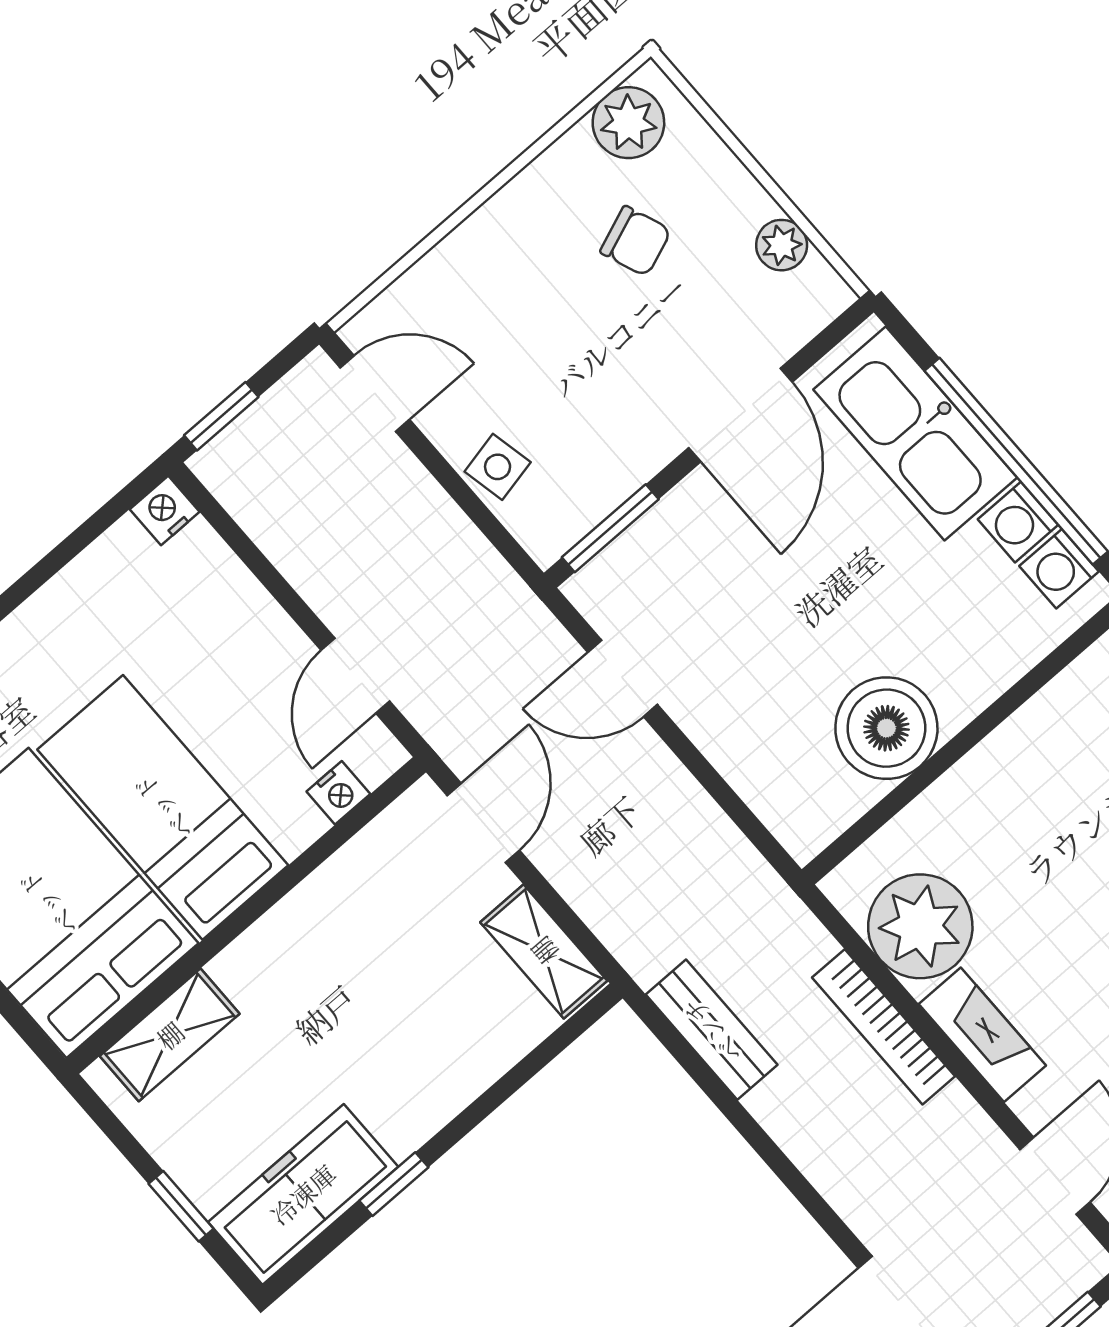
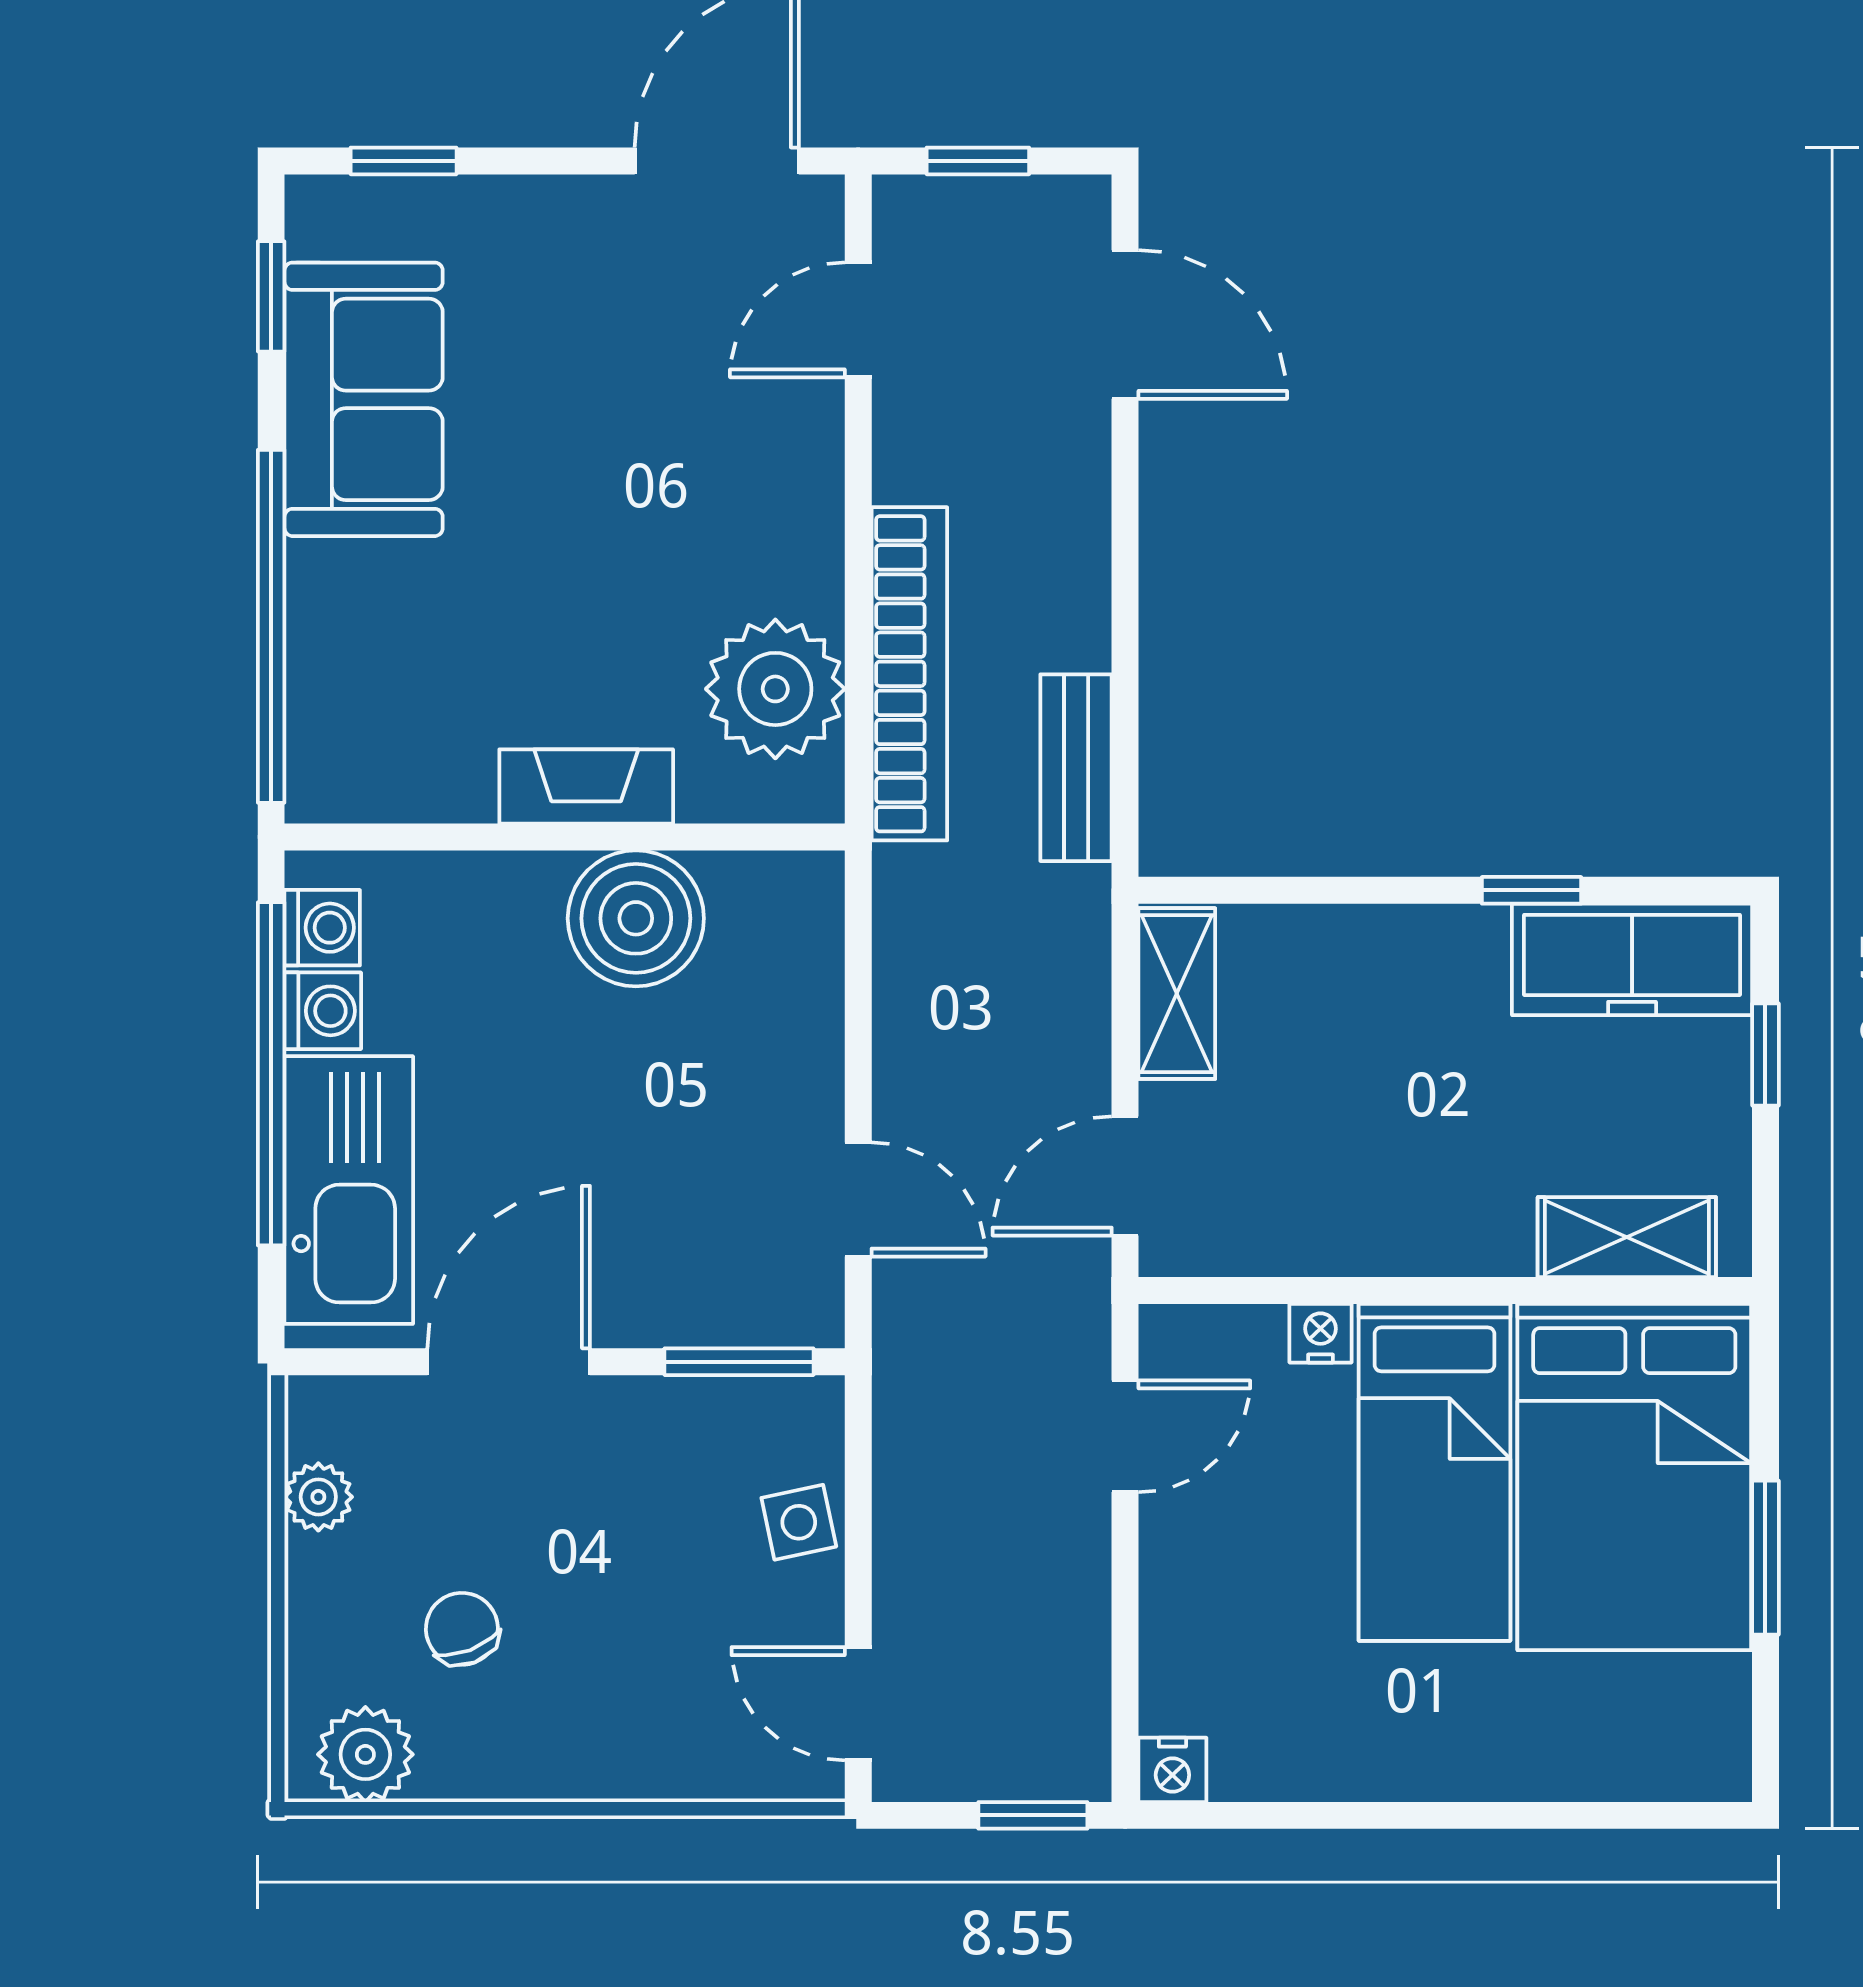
nightstand: (338, 793) -> (1320, 1333), moved
bookcase: (884, 1027) -> (909, 674), width x1.48, depth x1.31
fireplace: (982, 1035) -> (586, 786), moved, turned 90

